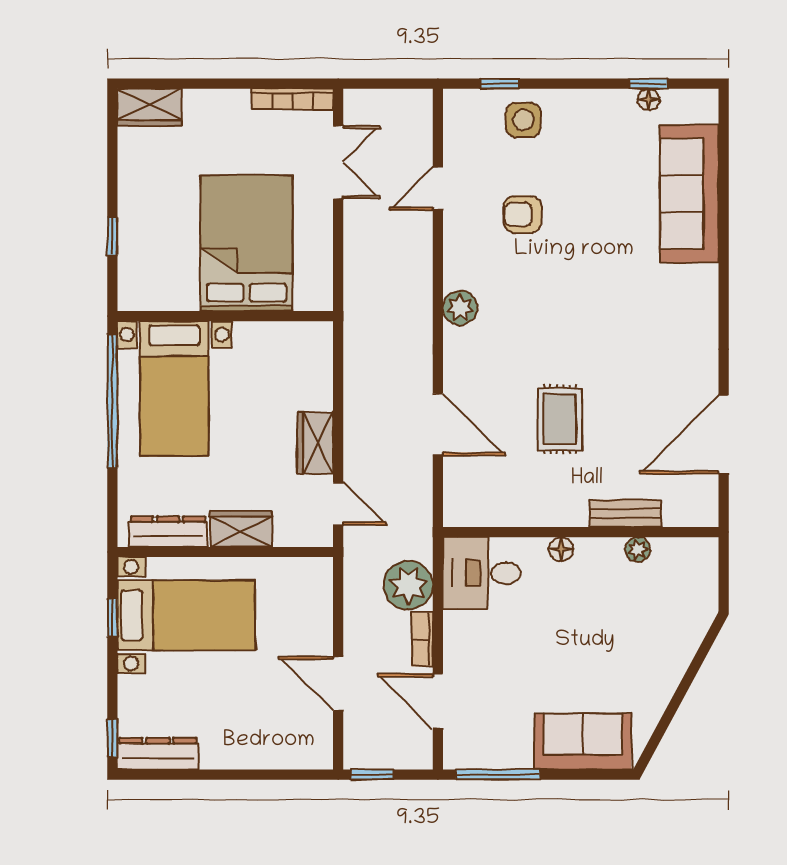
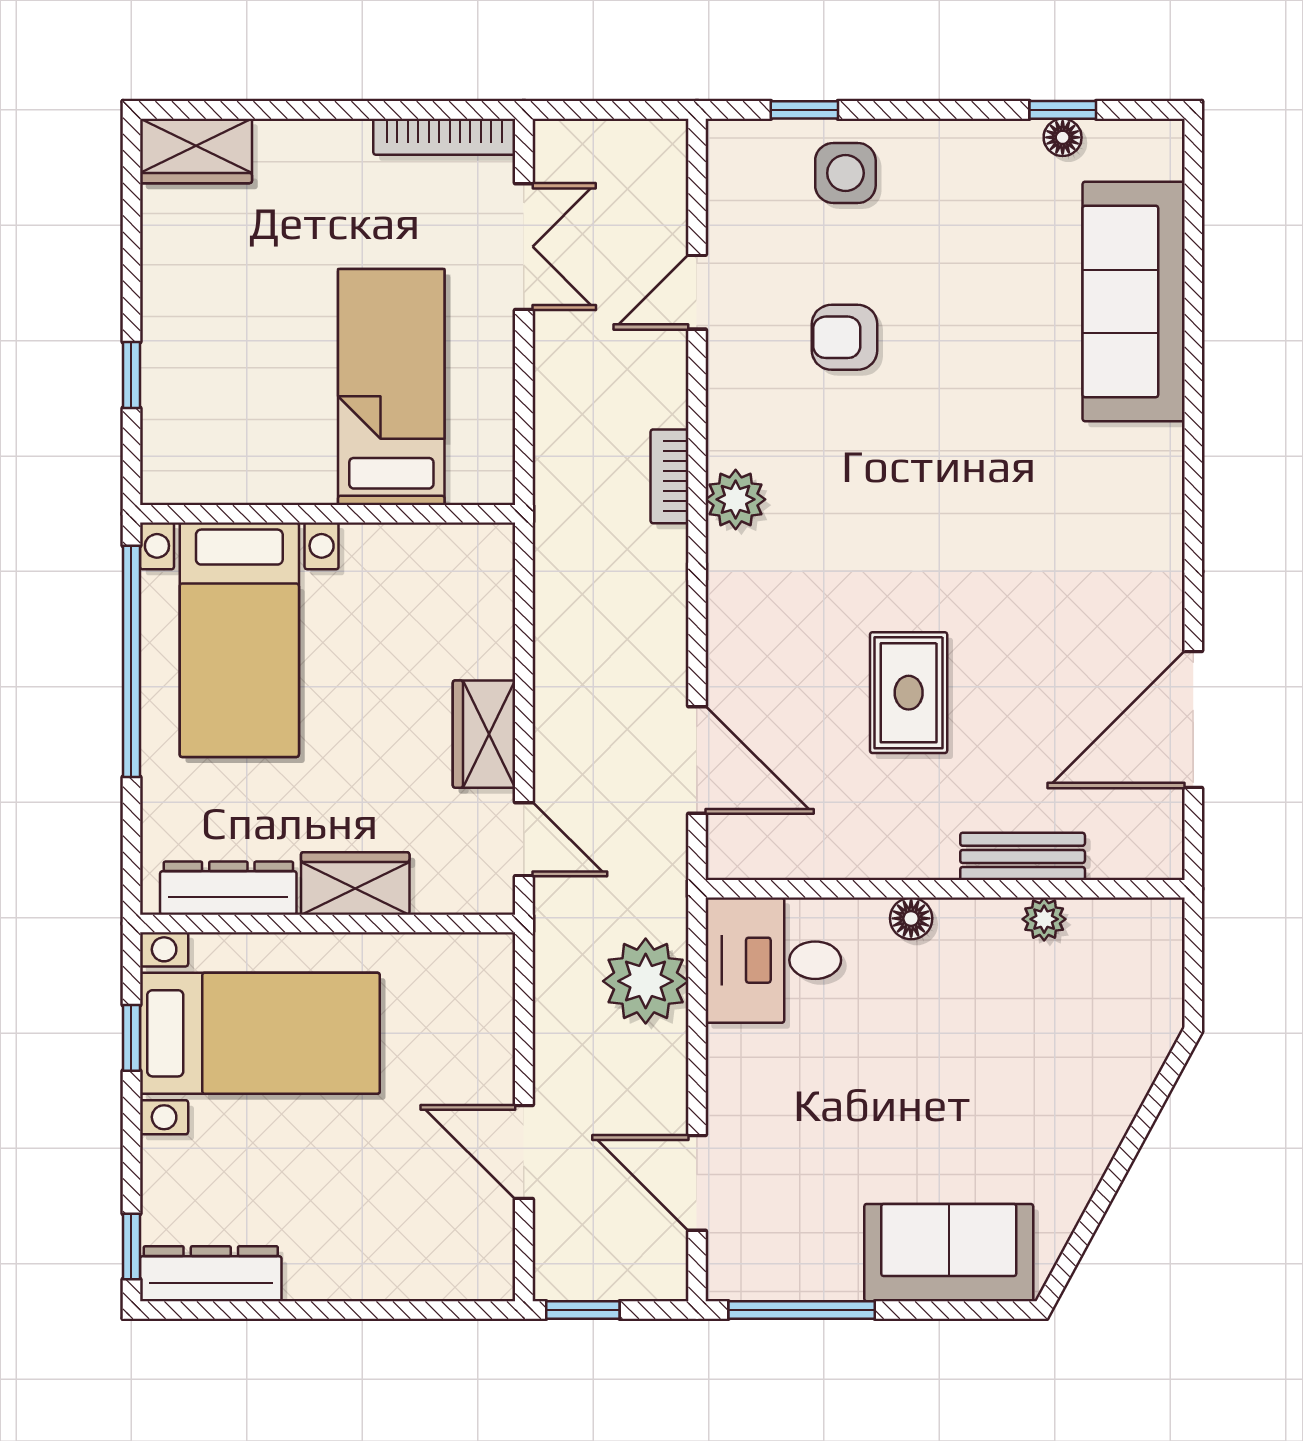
bed: (247, 243) -> (391, 387), width x0.67
door: (438, 425) -> (697, 760), moved
bookcase: (422, 639) -> (670, 476), moved

